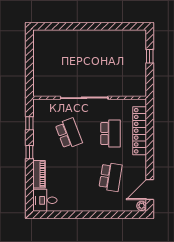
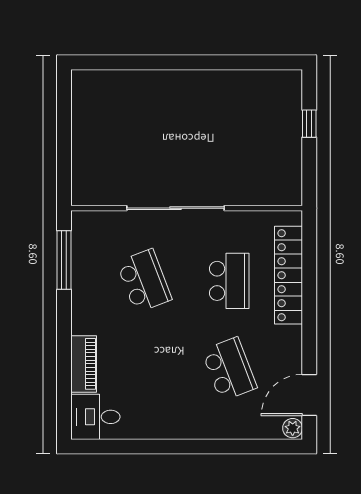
window: (29, 123) -> (64, 260), width x2.17
window: (29, 152) -> (64, 319), removed
school desk: (111, 177) -> (229, 369), turned -30

